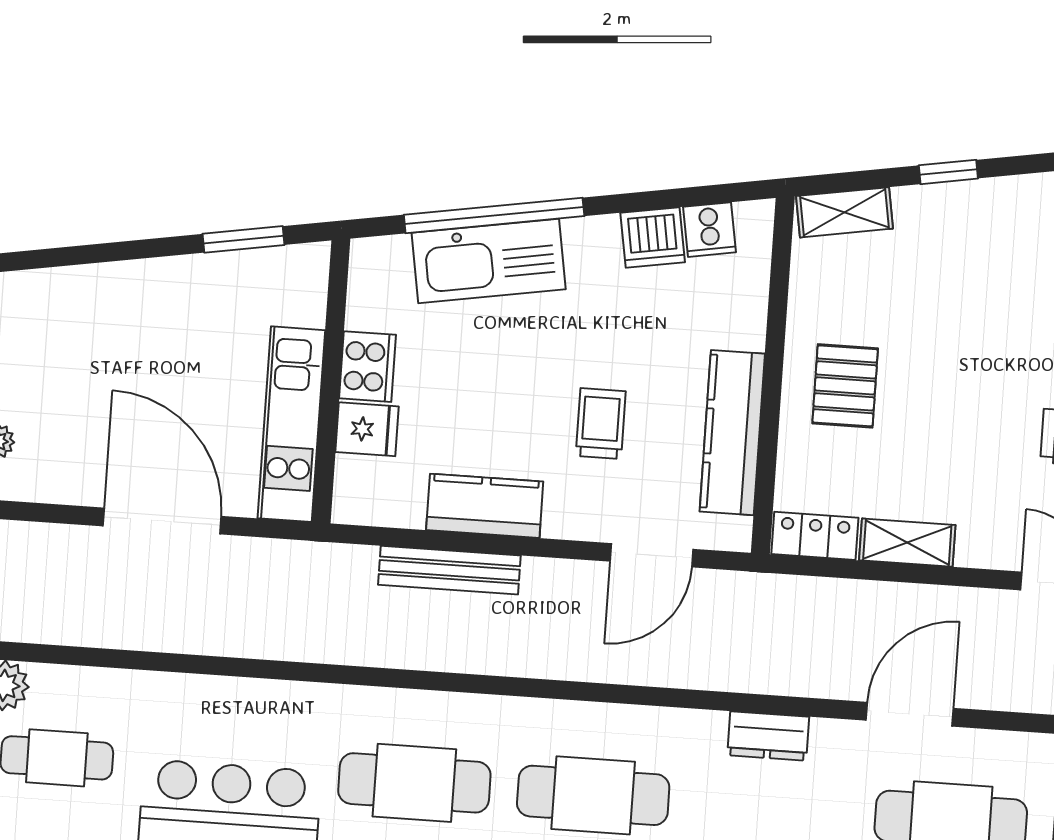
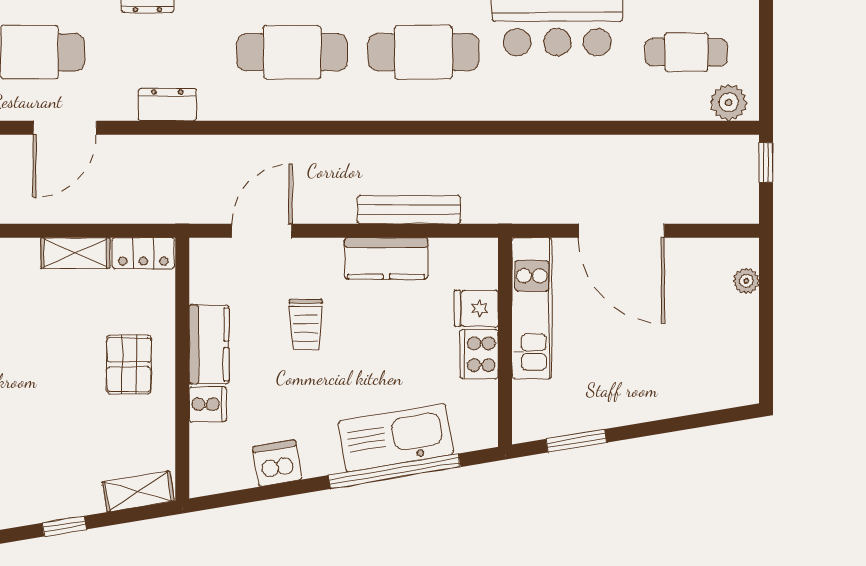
cooker: (709, 230) -> (208, 404), moved, turned 99
kitchen counter: (732, 433) -> (209, 344), width x0.67

